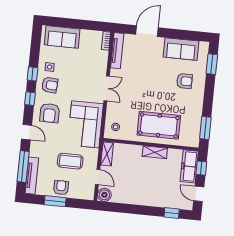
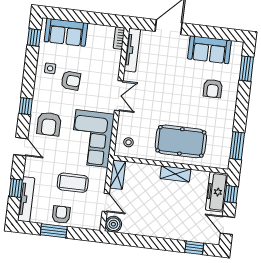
window: (33, 74) -> (34, 37), moved
armchair: (184, 81) -> (213, 89), turned 90
armchair: (50, 85) -> (71, 81), moved
window: (23, 166) -> (16, 188), width x0.46

